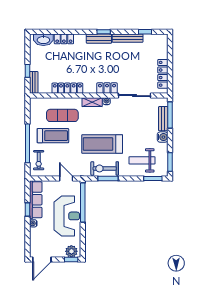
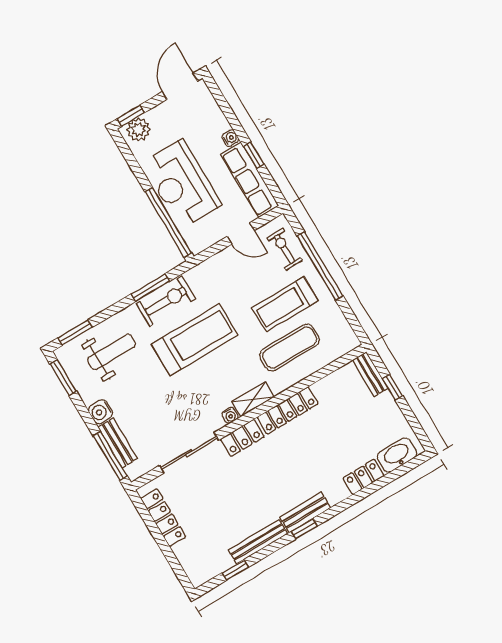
locker: (67, 88) -> (288, 410), moved
door: (66, 179) -> (241, 233), moved

